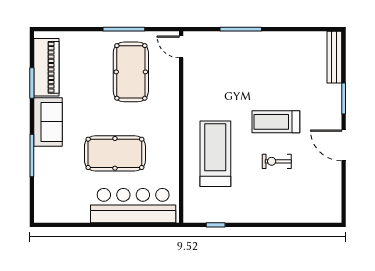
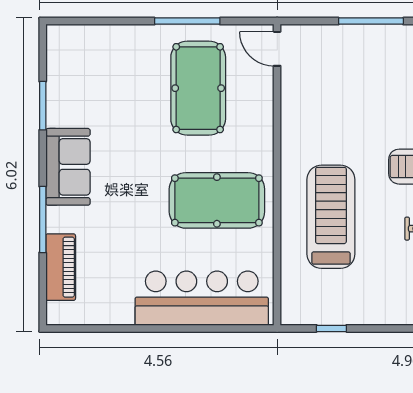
piano: (46, 67) -> (61, 267), moved, width x0.73, depth x0.75
pool table: (115, 153) -> (217, 200), moved

